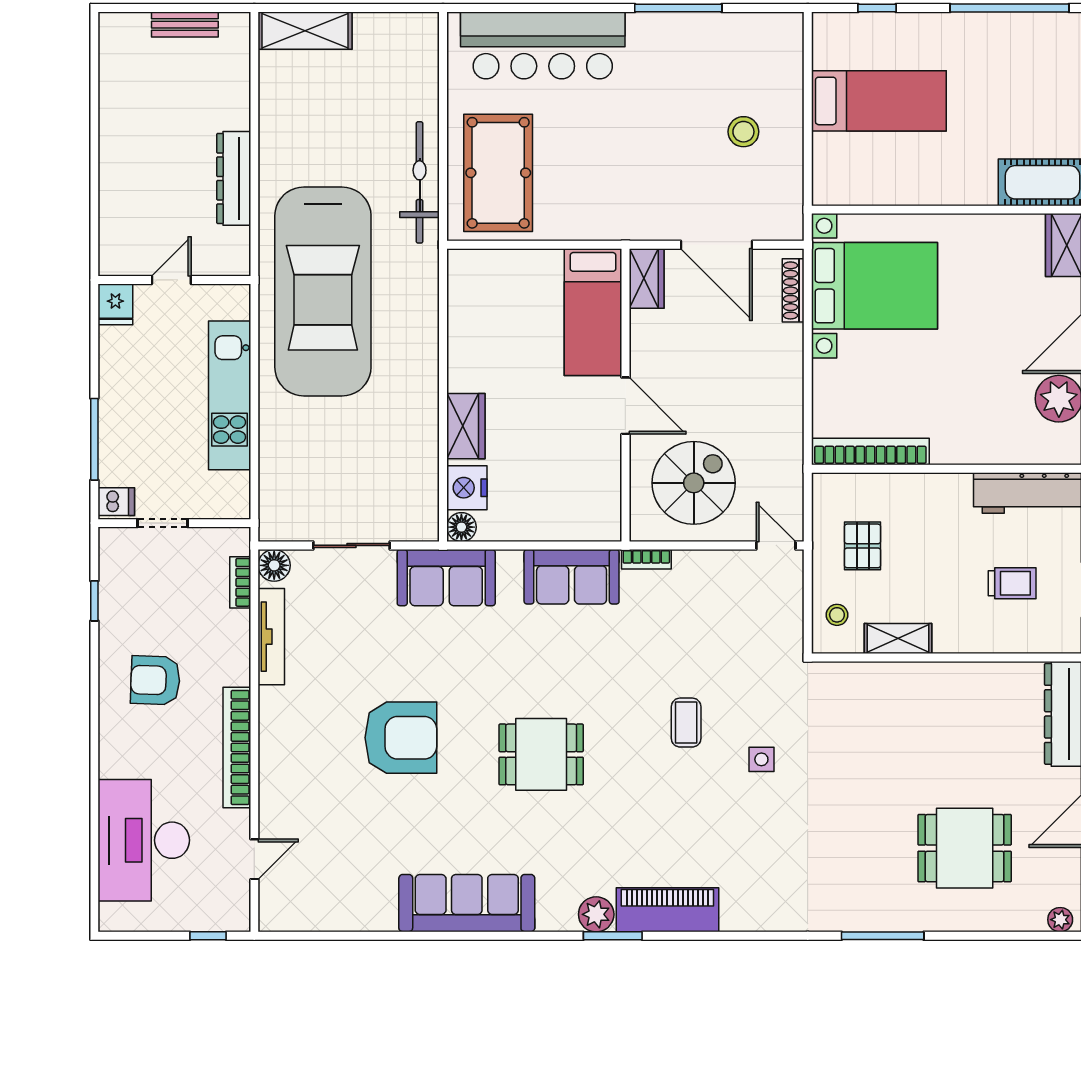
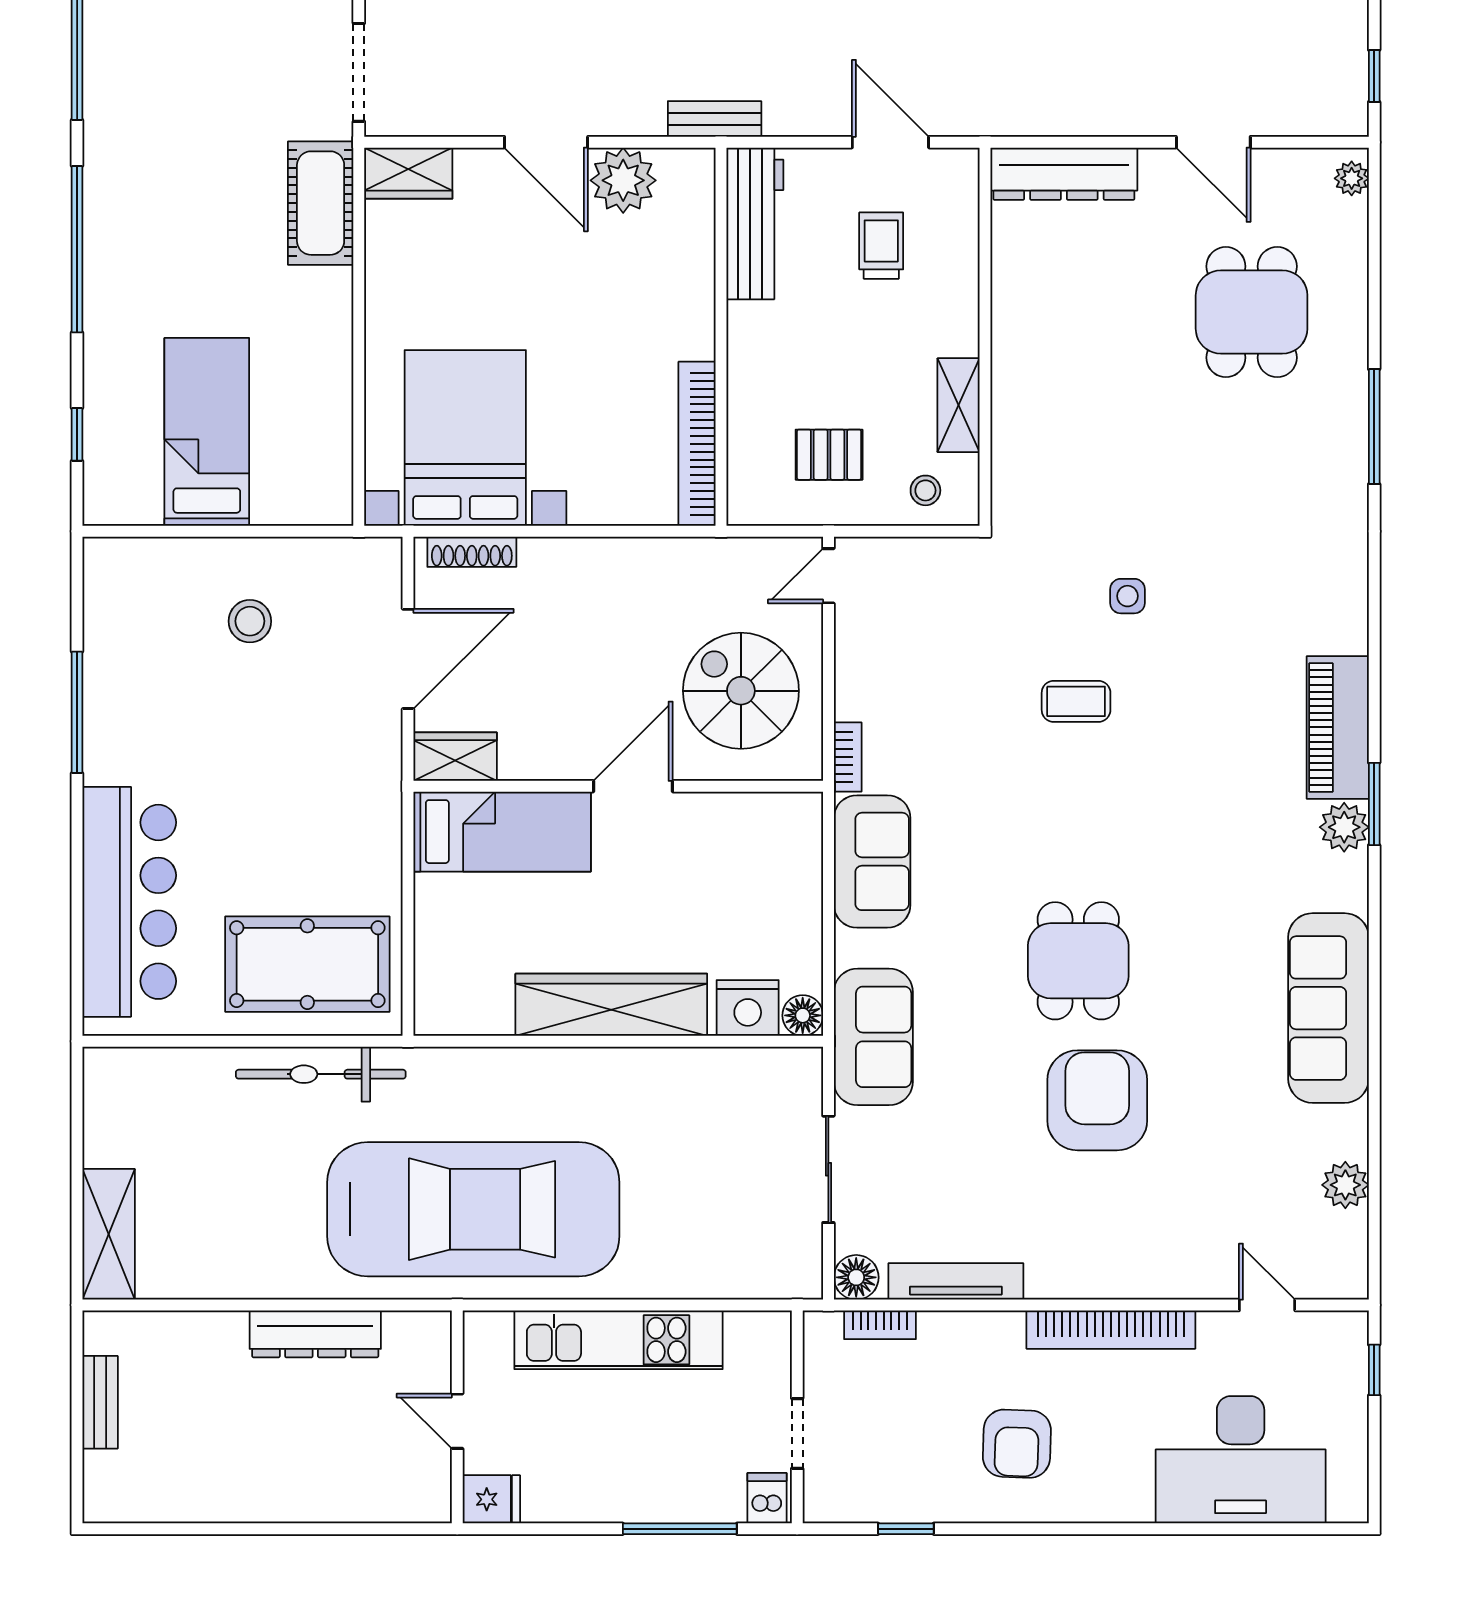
wardrobe: (466, 426) -> (611, 1005), width x2.10, depth x1.17
dining table: (541, 754) -> (1078, 961), moved
plant: (340, 915) -> (1345, 1185), added

